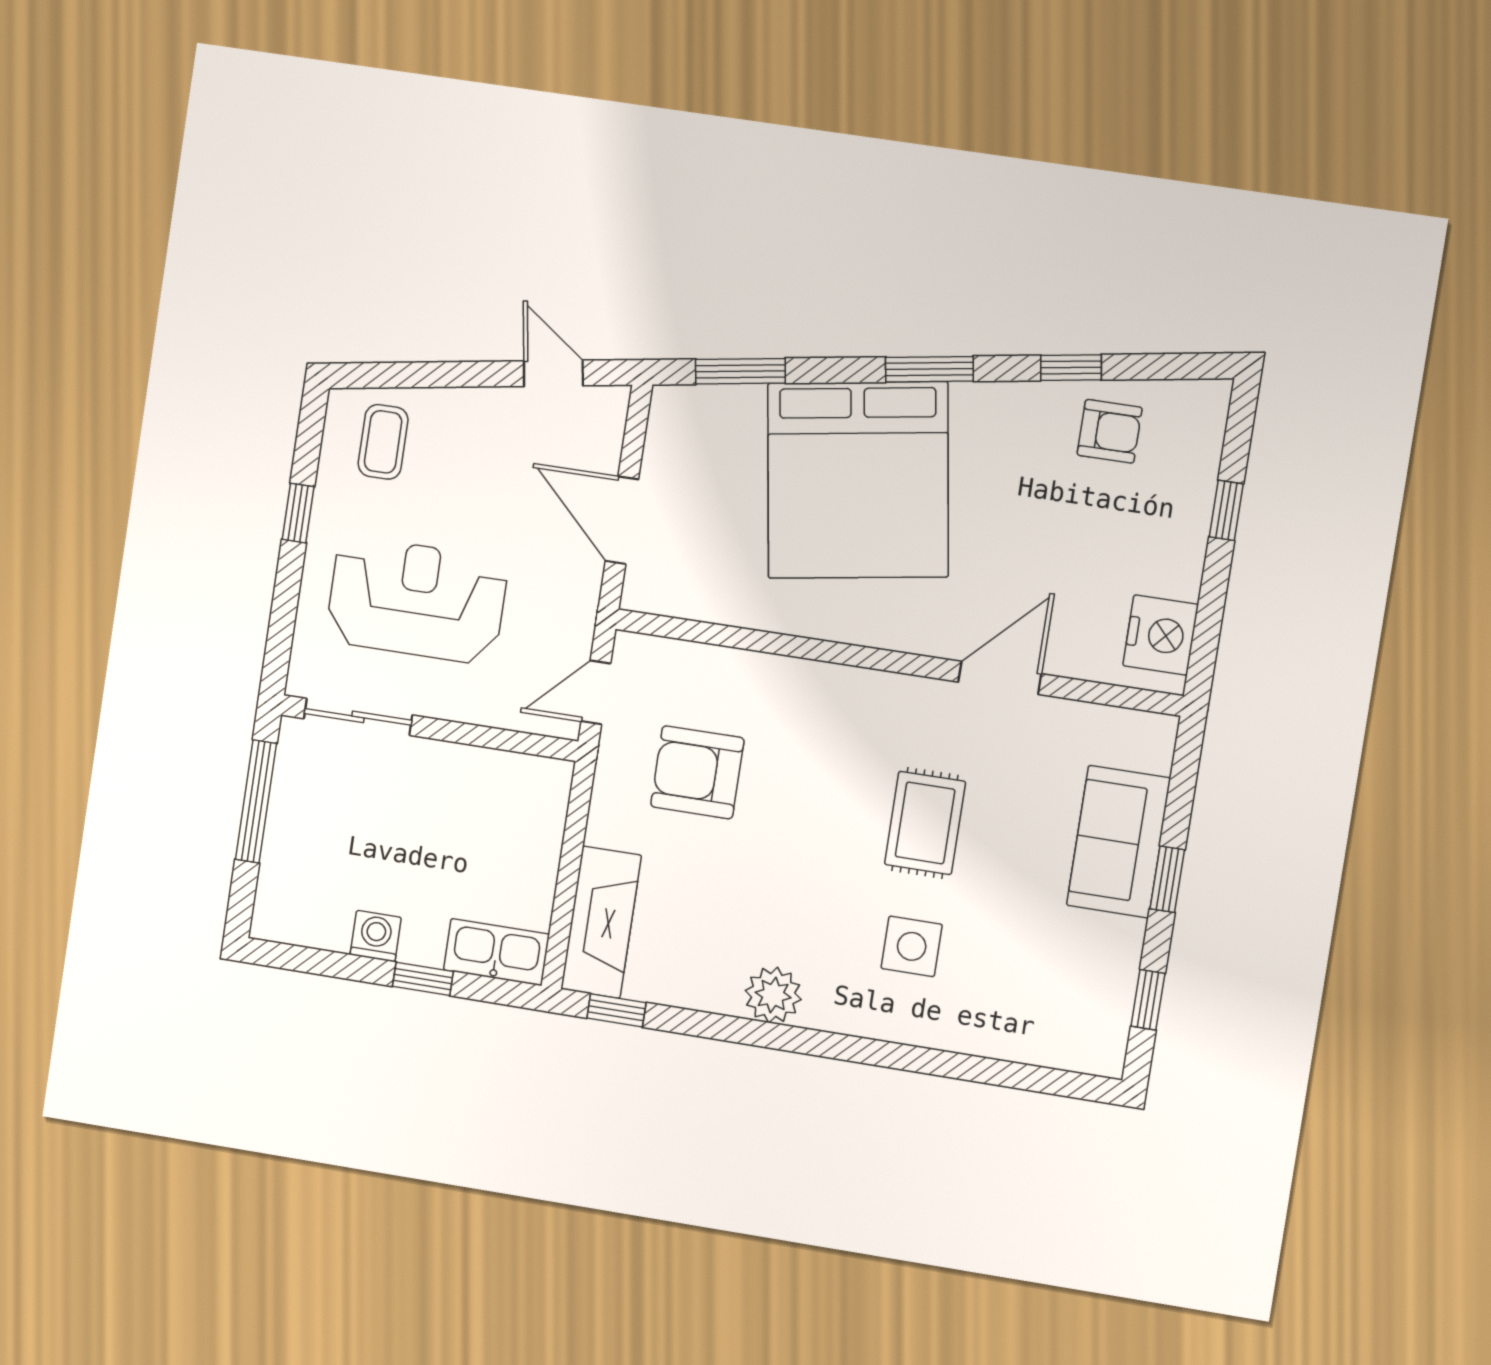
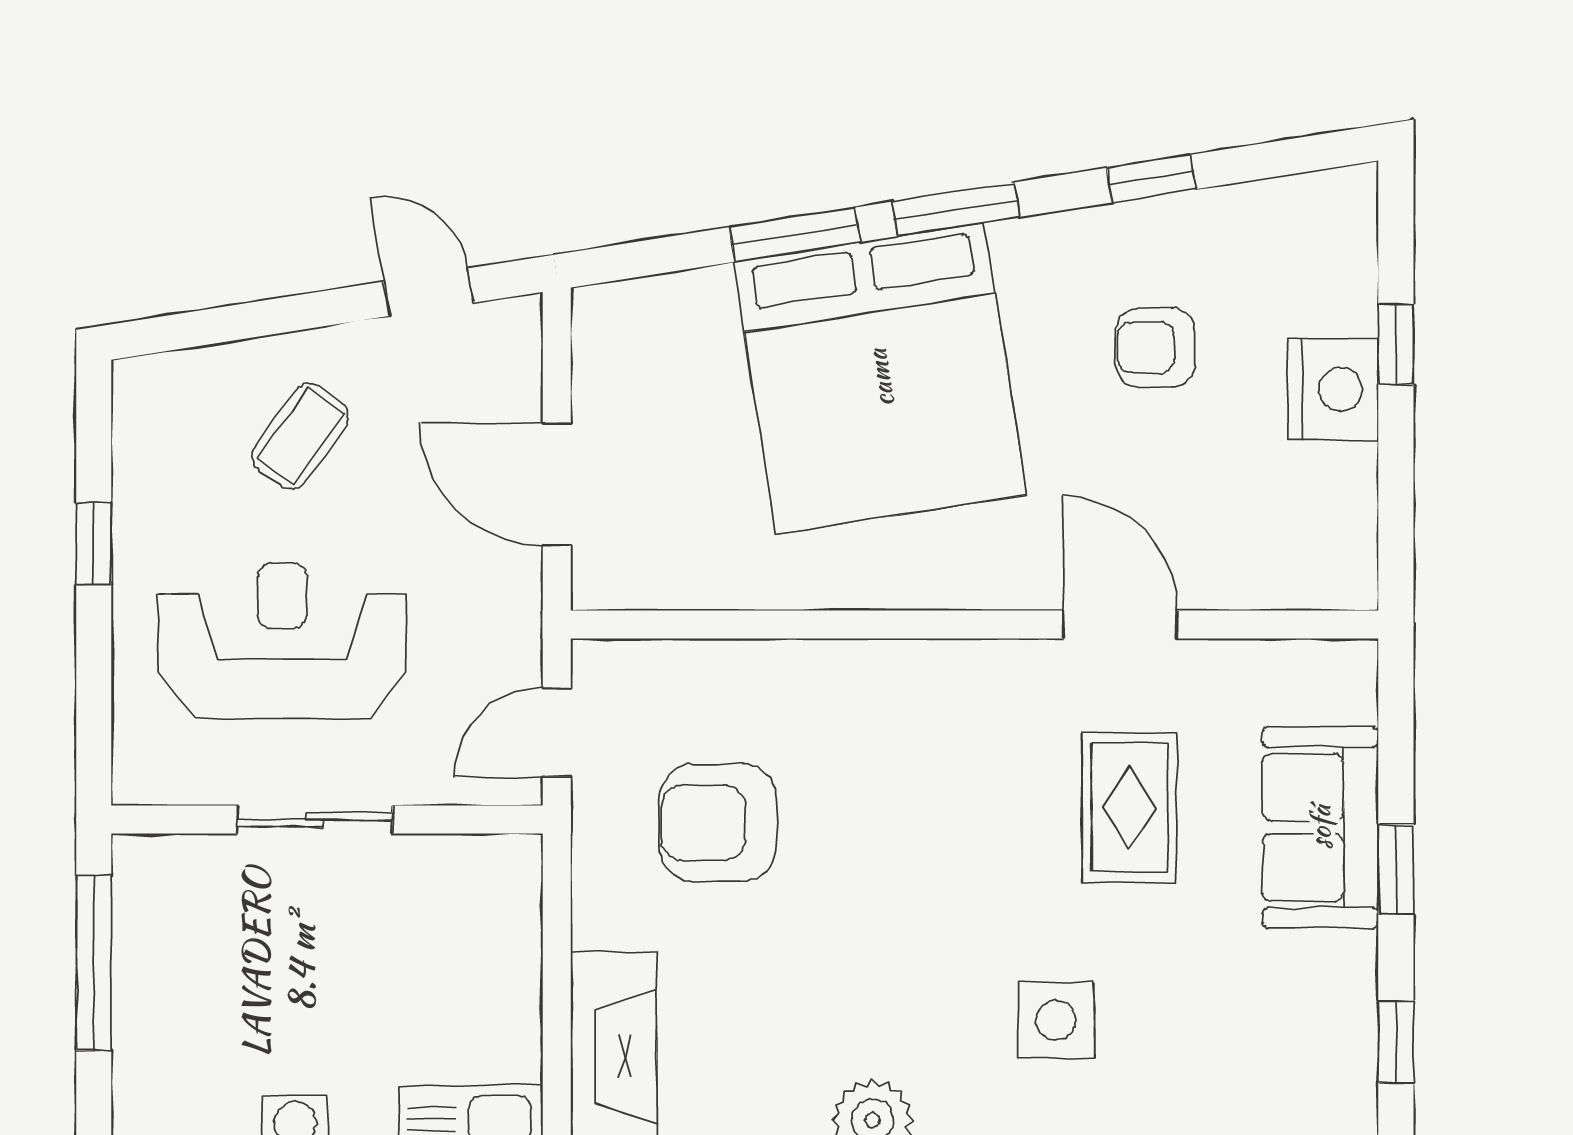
window: (740, 371) -> (795, 235), moved
armchair: (1110, 431) -> (1156, 348), moved, turned 180
coffee table: (383, 442) -> (300, 436), moved, turned 36
nightstand: (1161, 635) -> (1333, 389), moved
door: (1000, 678) -> (1120, 625), hinge flipped
sliding door: (358, 717) -> (314, 820), moved
rug: (925, 823) -> (1129, 807), moved

